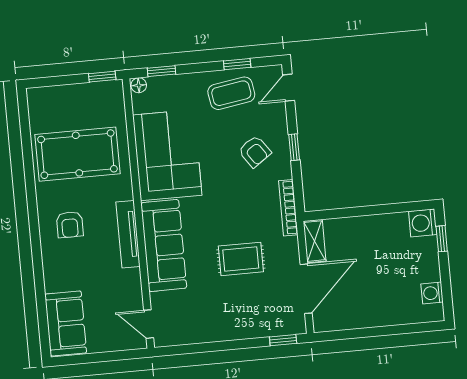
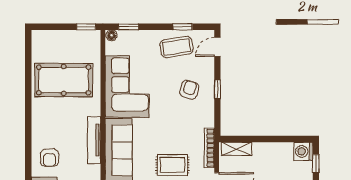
armchair: (255, 151) -> (189, 90), turned -128
bookcase: (288, 208) -> (209, 148), moved
armchair: (70, 225) -> (49, 158), moved
shelving: (315, 241) -> (236, 149), moved, turned 90

